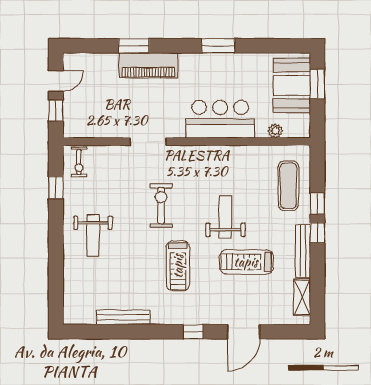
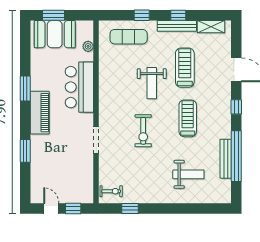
piano: (148, 65) -> (40, 113), moved
exercise bike: (161, 206) -> (143, 131), turned -90
weight bench: (225, 217) -> (152, 83), turned -90
window: (317, 233) -> (178, 15), moved
weight bench: (93, 235) -> (188, 174), moved
treadmill: (246, 262) -> (185, 68), turned 180
treadmill: (178, 266) -> (188, 118), turned -90
window: (127, 332) -> (236, 156), added

